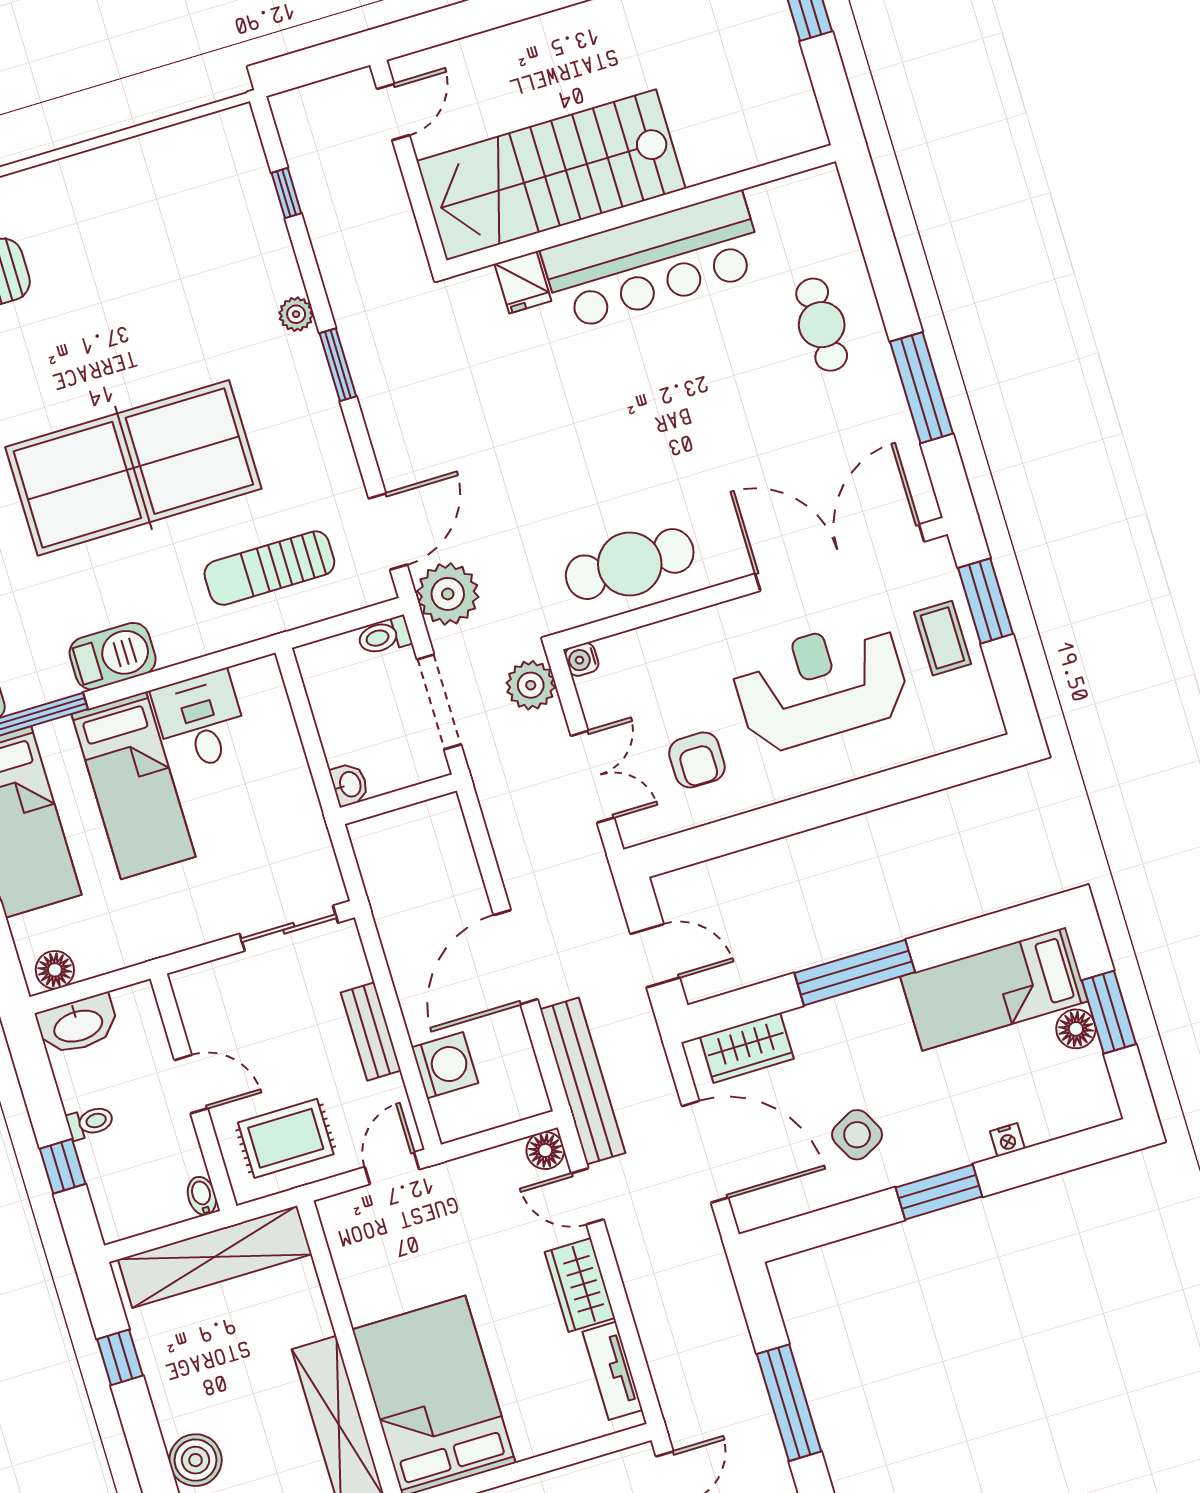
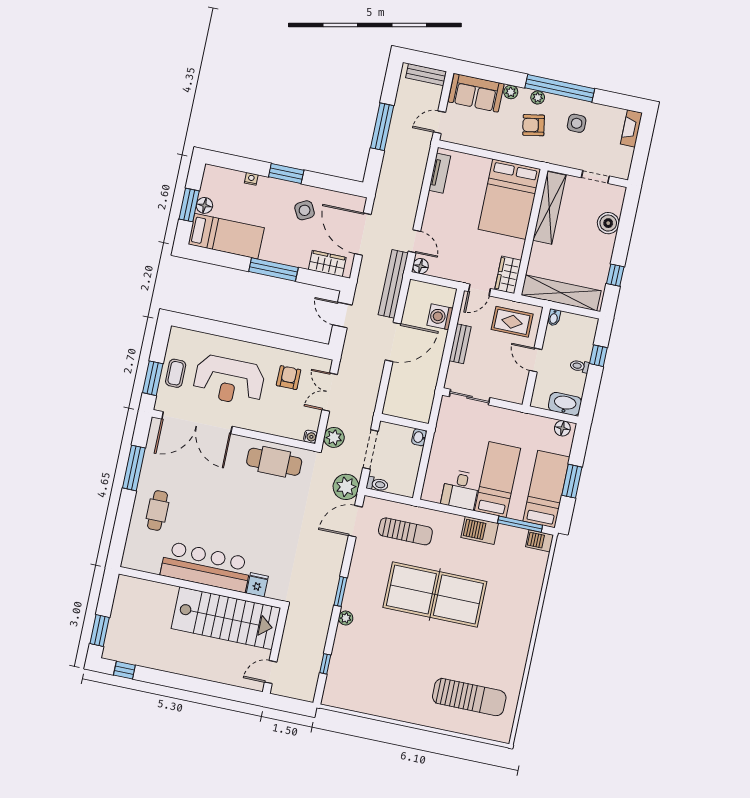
wardrobe: (580, 1285) -> (508, 275), moved, turned 180

